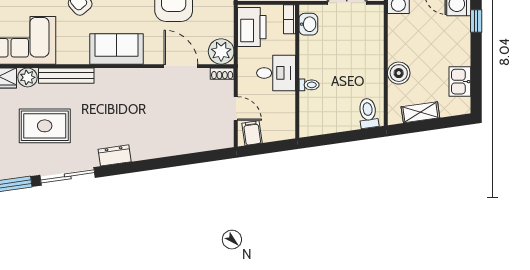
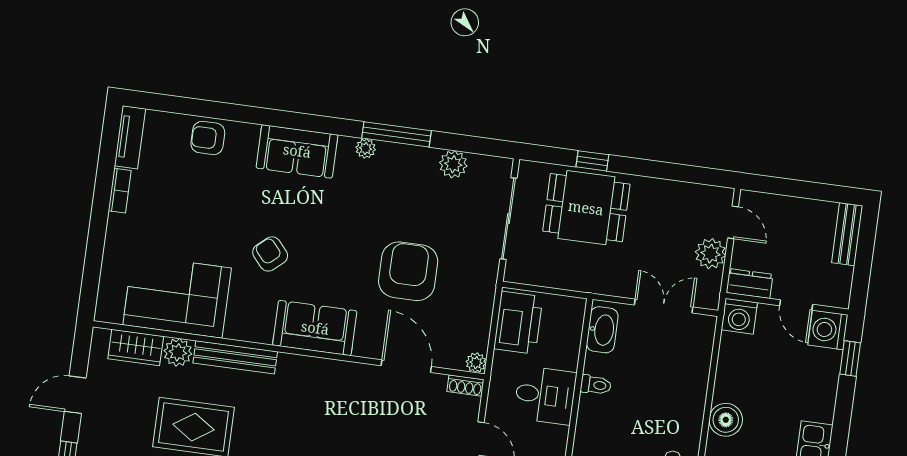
bookcase: (290, 19) -> (576, 319), removed
washbasin: (308, 24) -> (602, 330), width x1.38
plant: (221, 51) -> (476, 363), width x0.53, depth x0.53
toilet: (309, 85) -> (596, 385), moved

